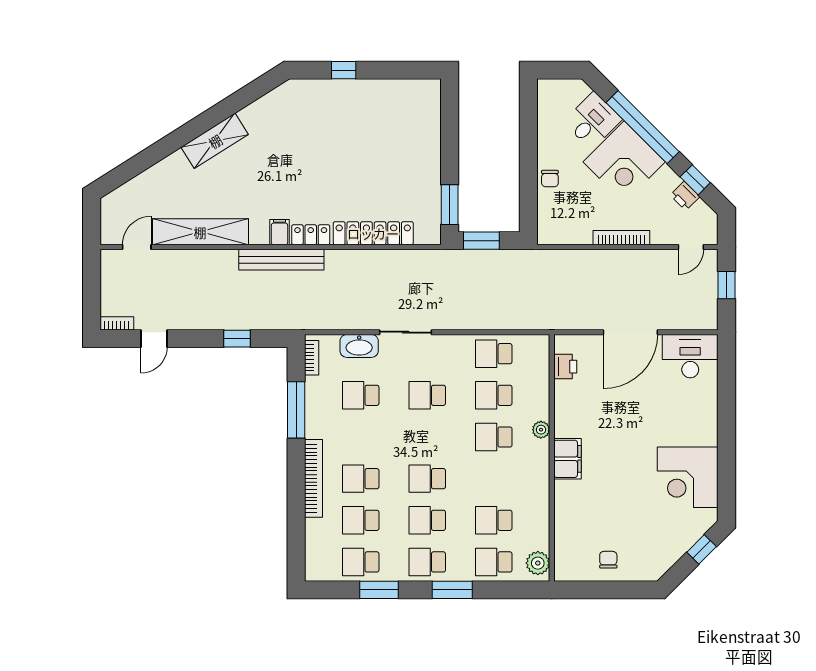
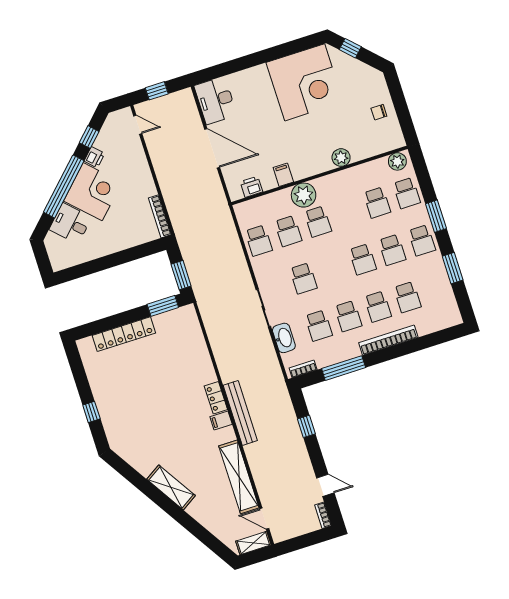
chair: (550, 179) -> (121, 241), removed
printer: (685, 196) -> (94, 157), moved
shelving: (110, 223) -> (253, 543), added
locker: (373, 233) -> (124, 334), moved, turned -90
bookcase: (621, 238) -> (160, 216), moved
plant: (541, 430) -> (304, 195), width x1.88, depth x1.88
filing cabinet: (568, 459) -> (283, 175), moved, width x0.50
corner desk: (688, 477) -> (305, 82), width x1.36, depth x1.36
plant: (566, 493) -> (341, 158), added
school desk: (361, 562) -> (348, 316), moved

